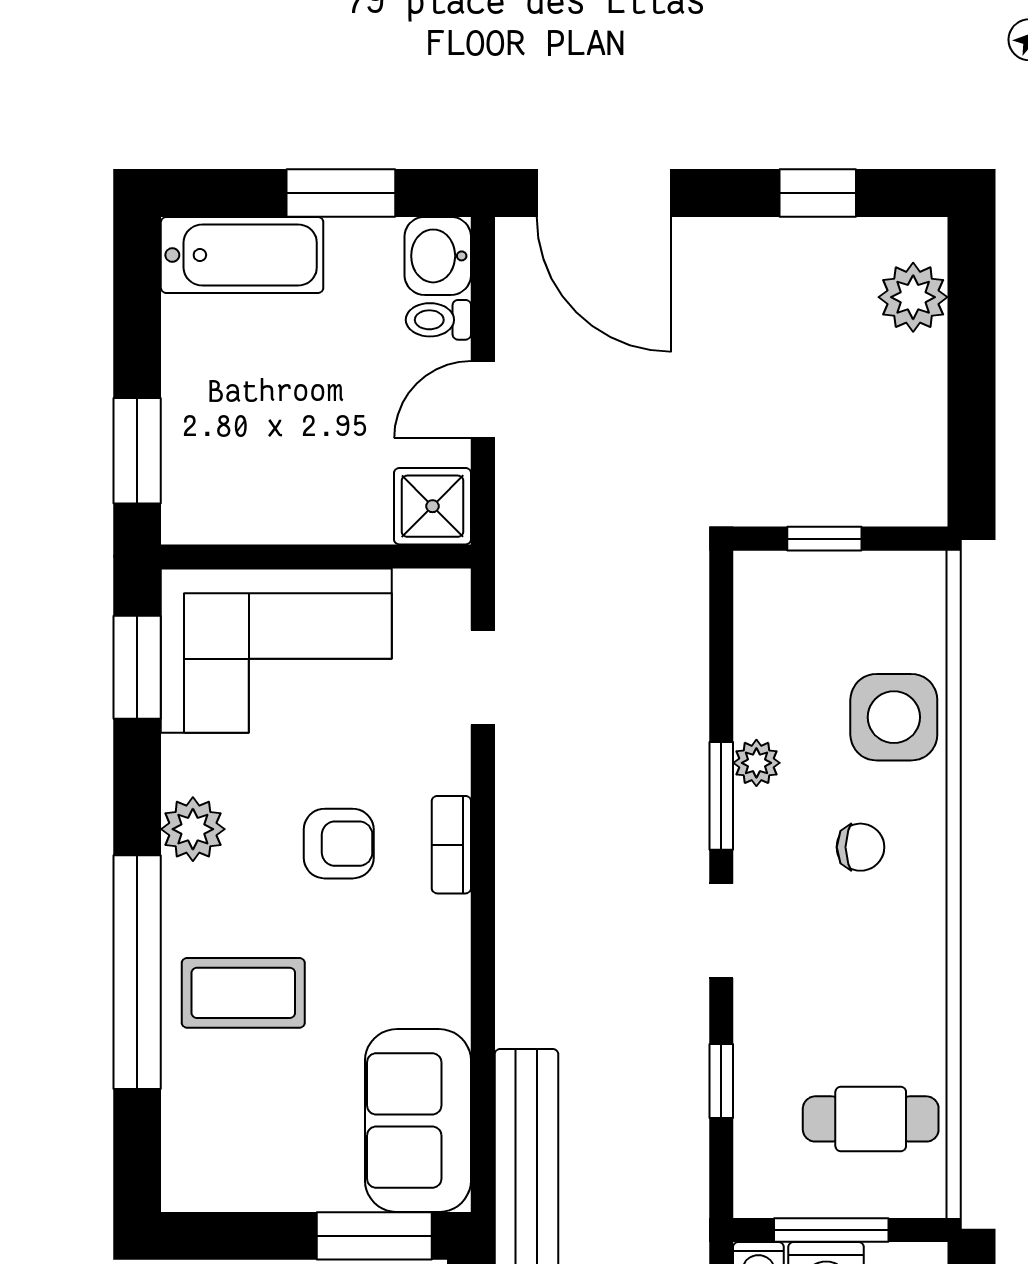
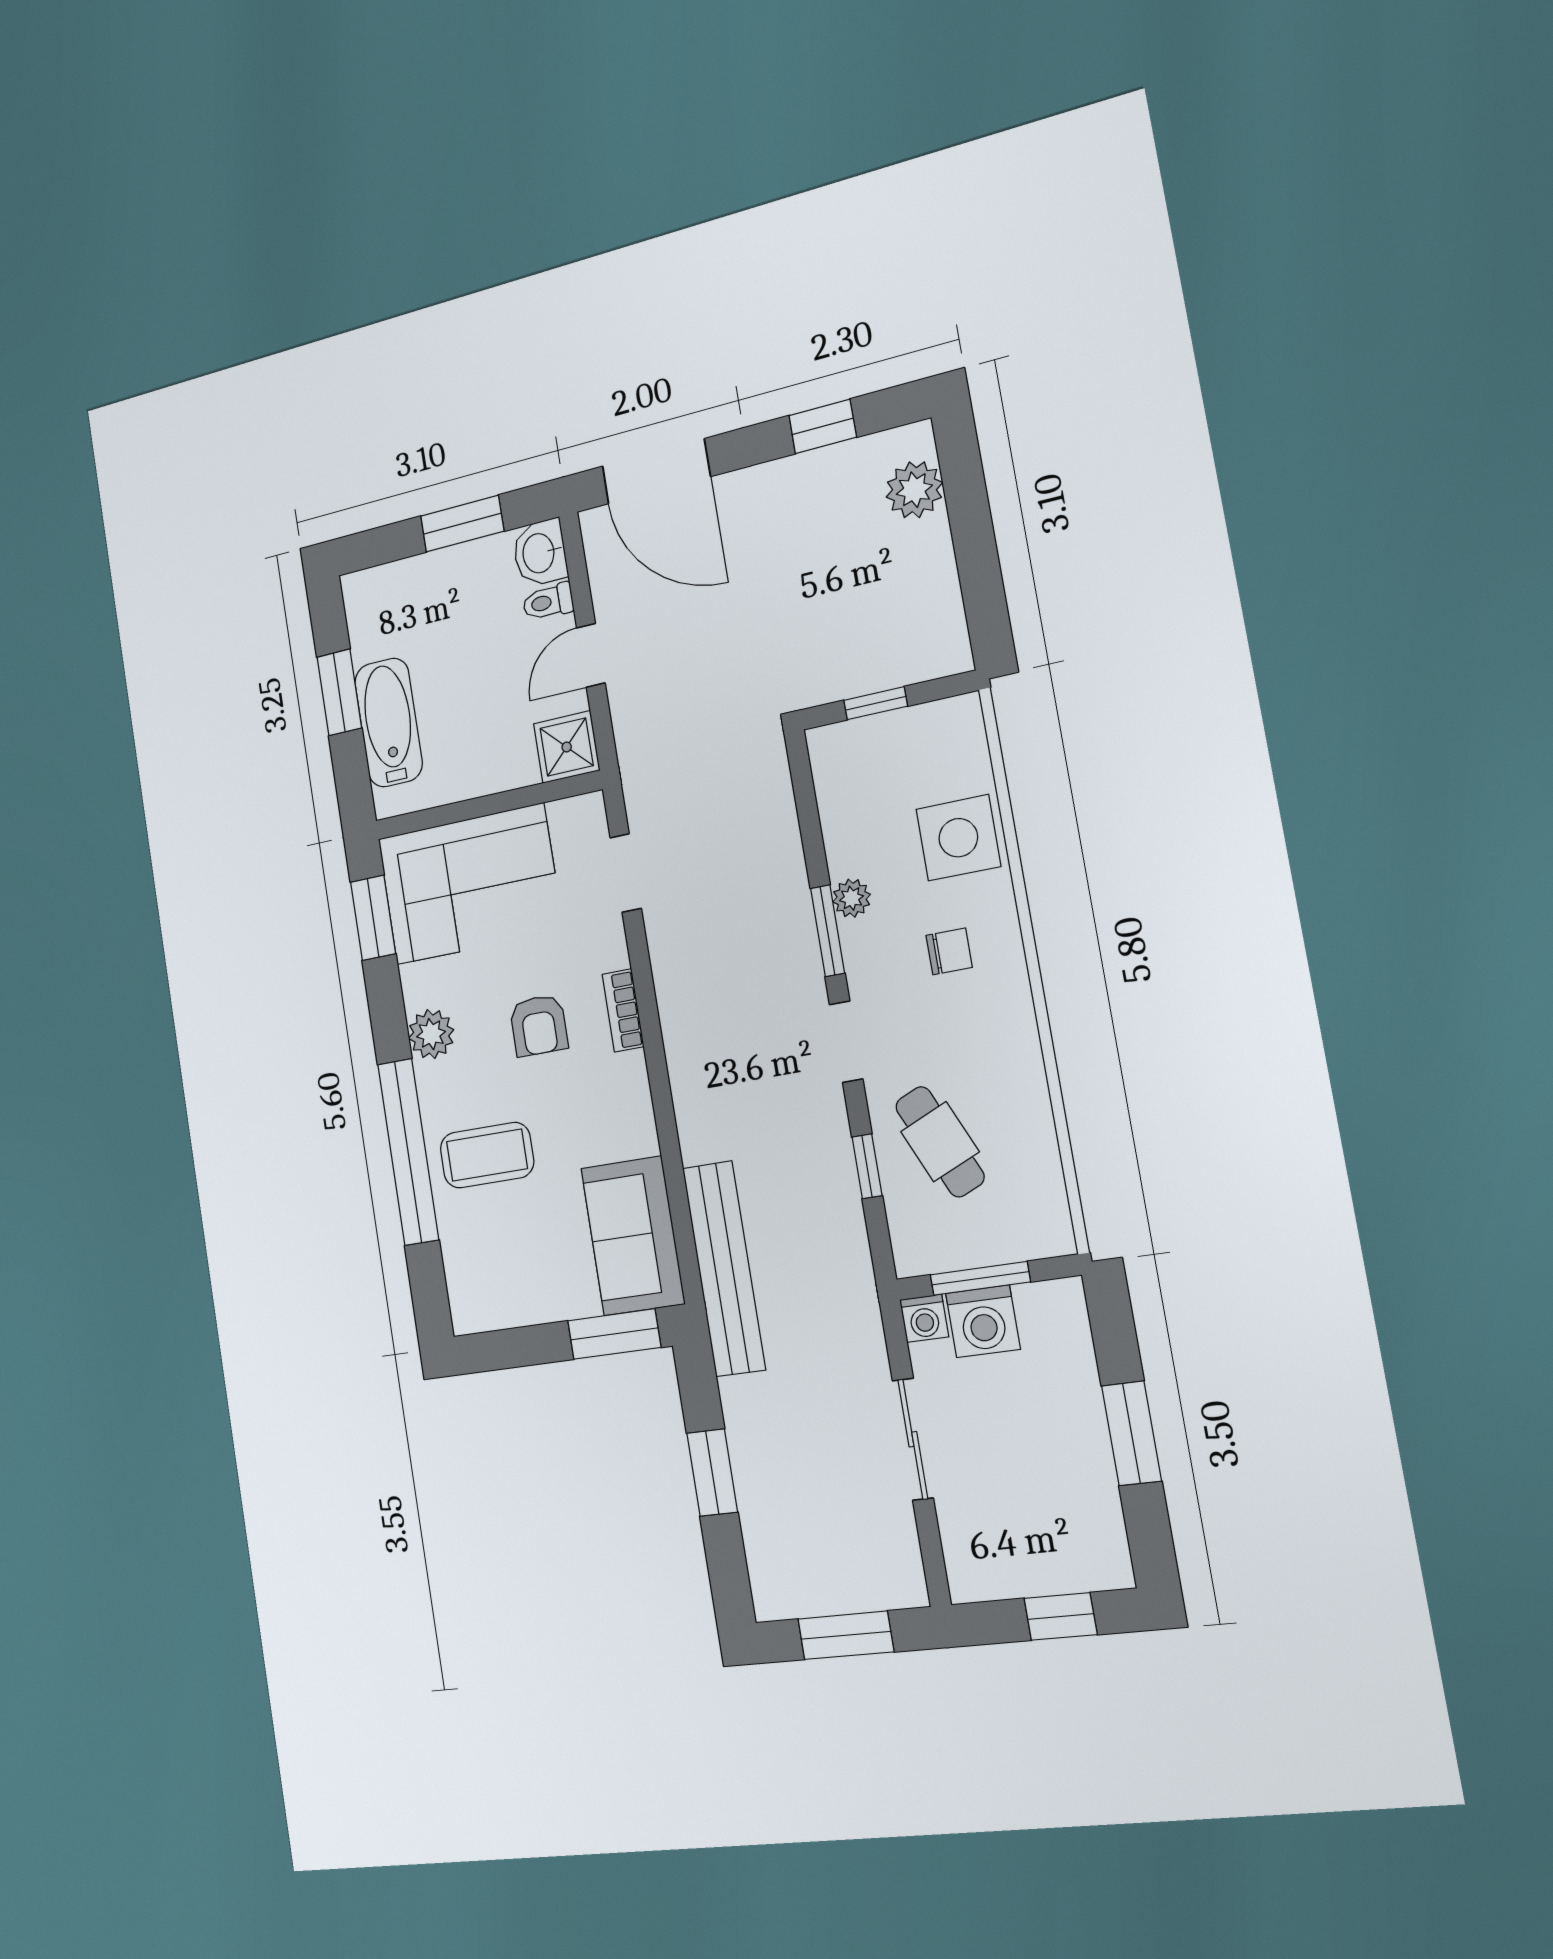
bathtub: (242, 255) -> (389, 723), moved, turned -90
window: (137, 451) -> (339, 692), moved
armchair: (339, 844) -> (539, 1025), turned 90
cafe table: (871, 1119) -> (940, 1142), moved, turned 66

